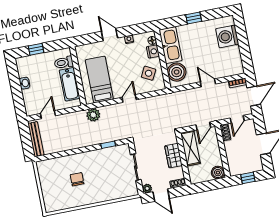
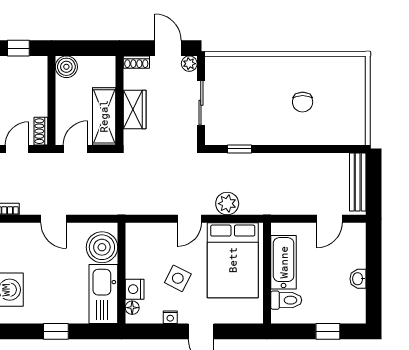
side table: (149, 73) -> (178, 278), moved
bed: (99, 80) -> (233, 260), width x1.50
plant: (93, 115) -> (227, 204), moved

